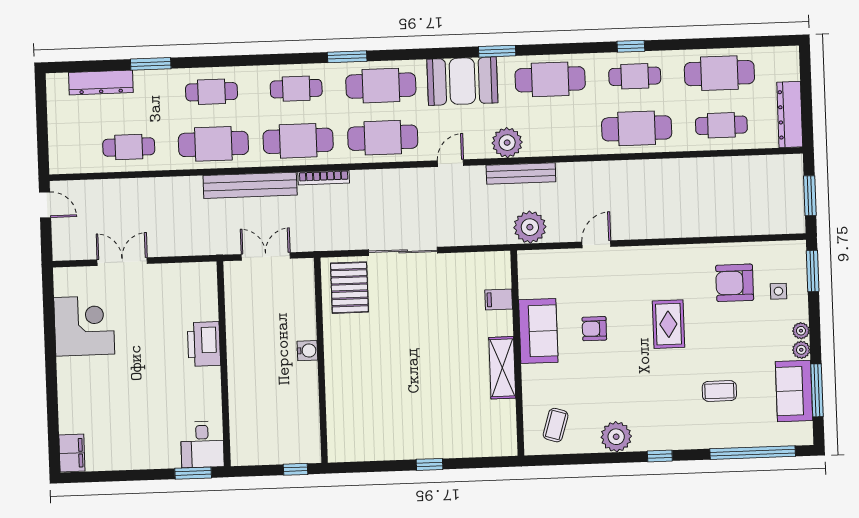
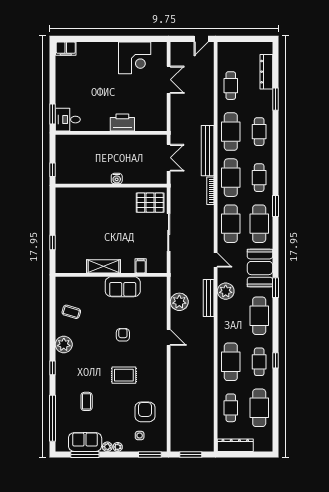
filing cabinet: (499, 300) -> (141, 266), moved
sofa: (538, 331) -> (123, 287), moved
wall: (517, 353) -> (111, 275), moved
shelving: (502, 368) -> (103, 266), moved

